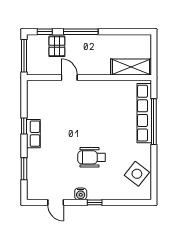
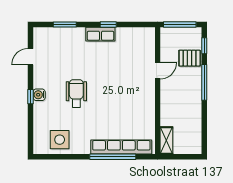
shelving: (131, 67) -> (166, 140), width x0.67, depth x0.75
side table: (137, 174) -> (60, 140), turned -38
water cooler: (81, 194) -> (39, 95), moved

